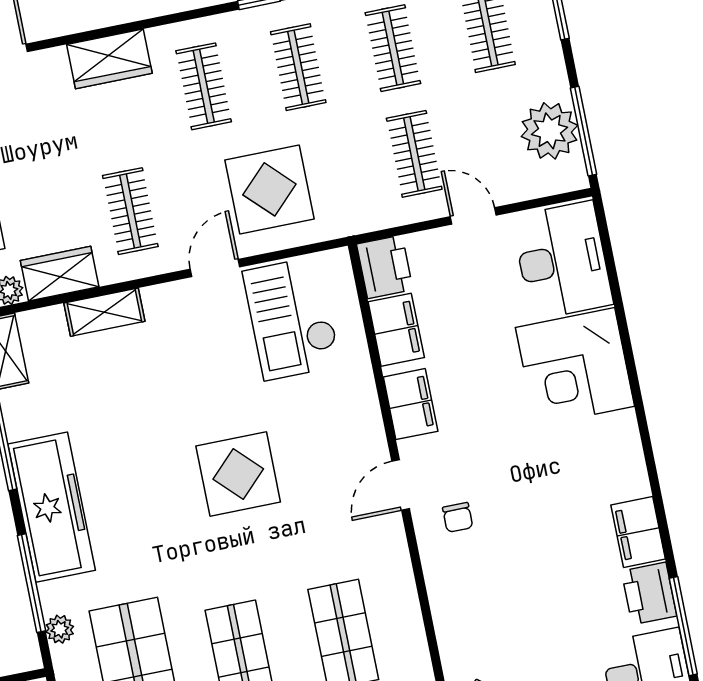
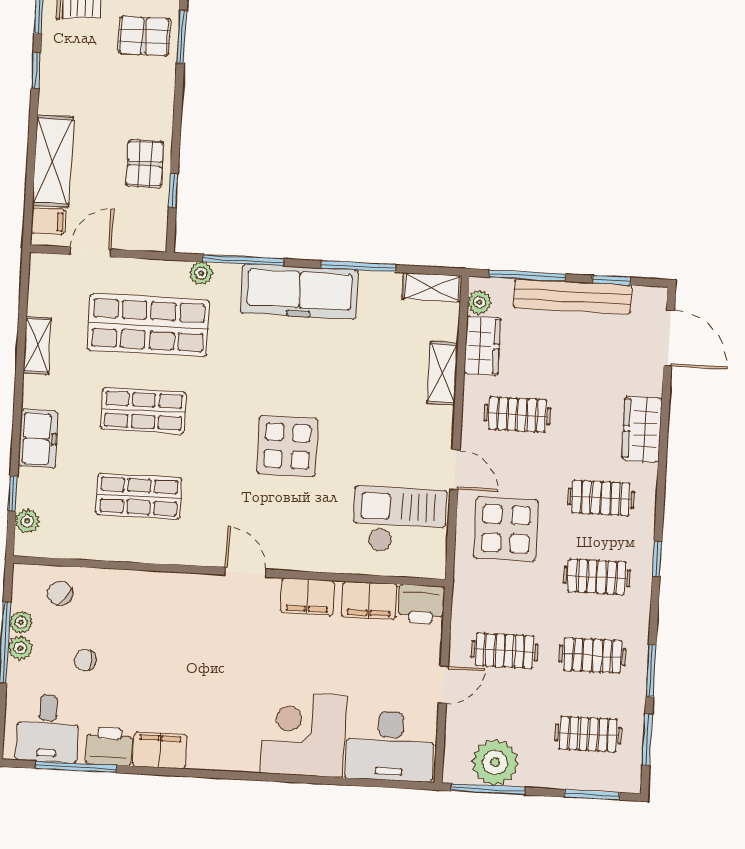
chair: (458, 517) -> (85, 660), moved

